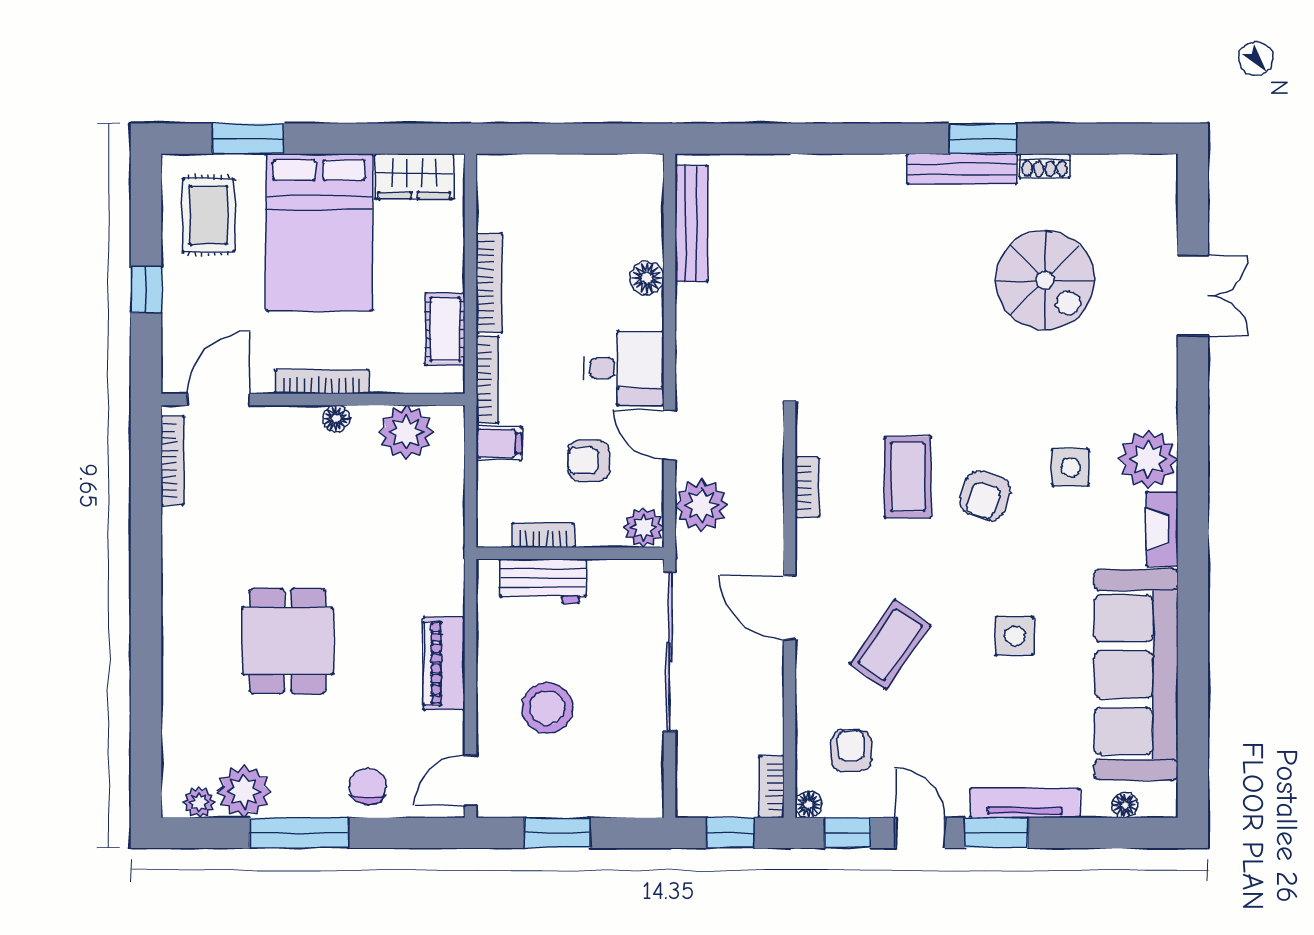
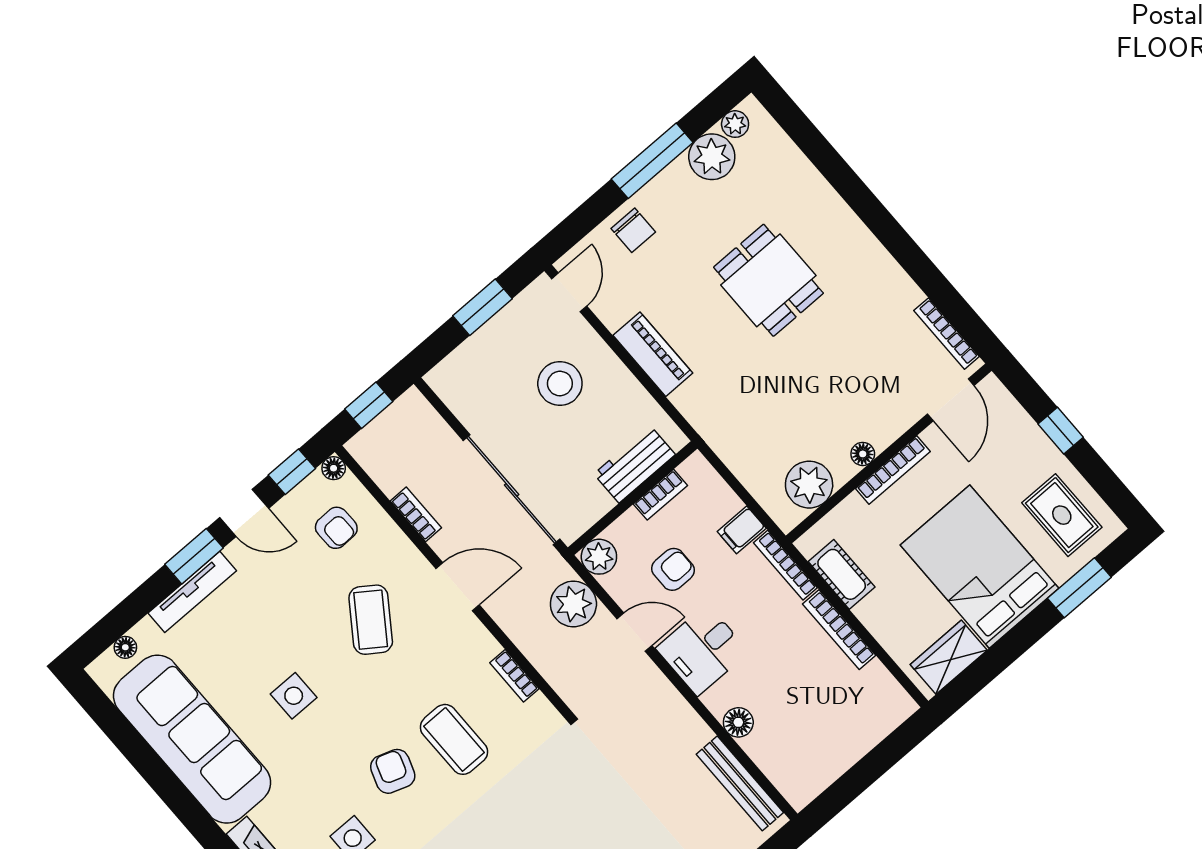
bookcase: (771, 787) -> (416, 514), moved

